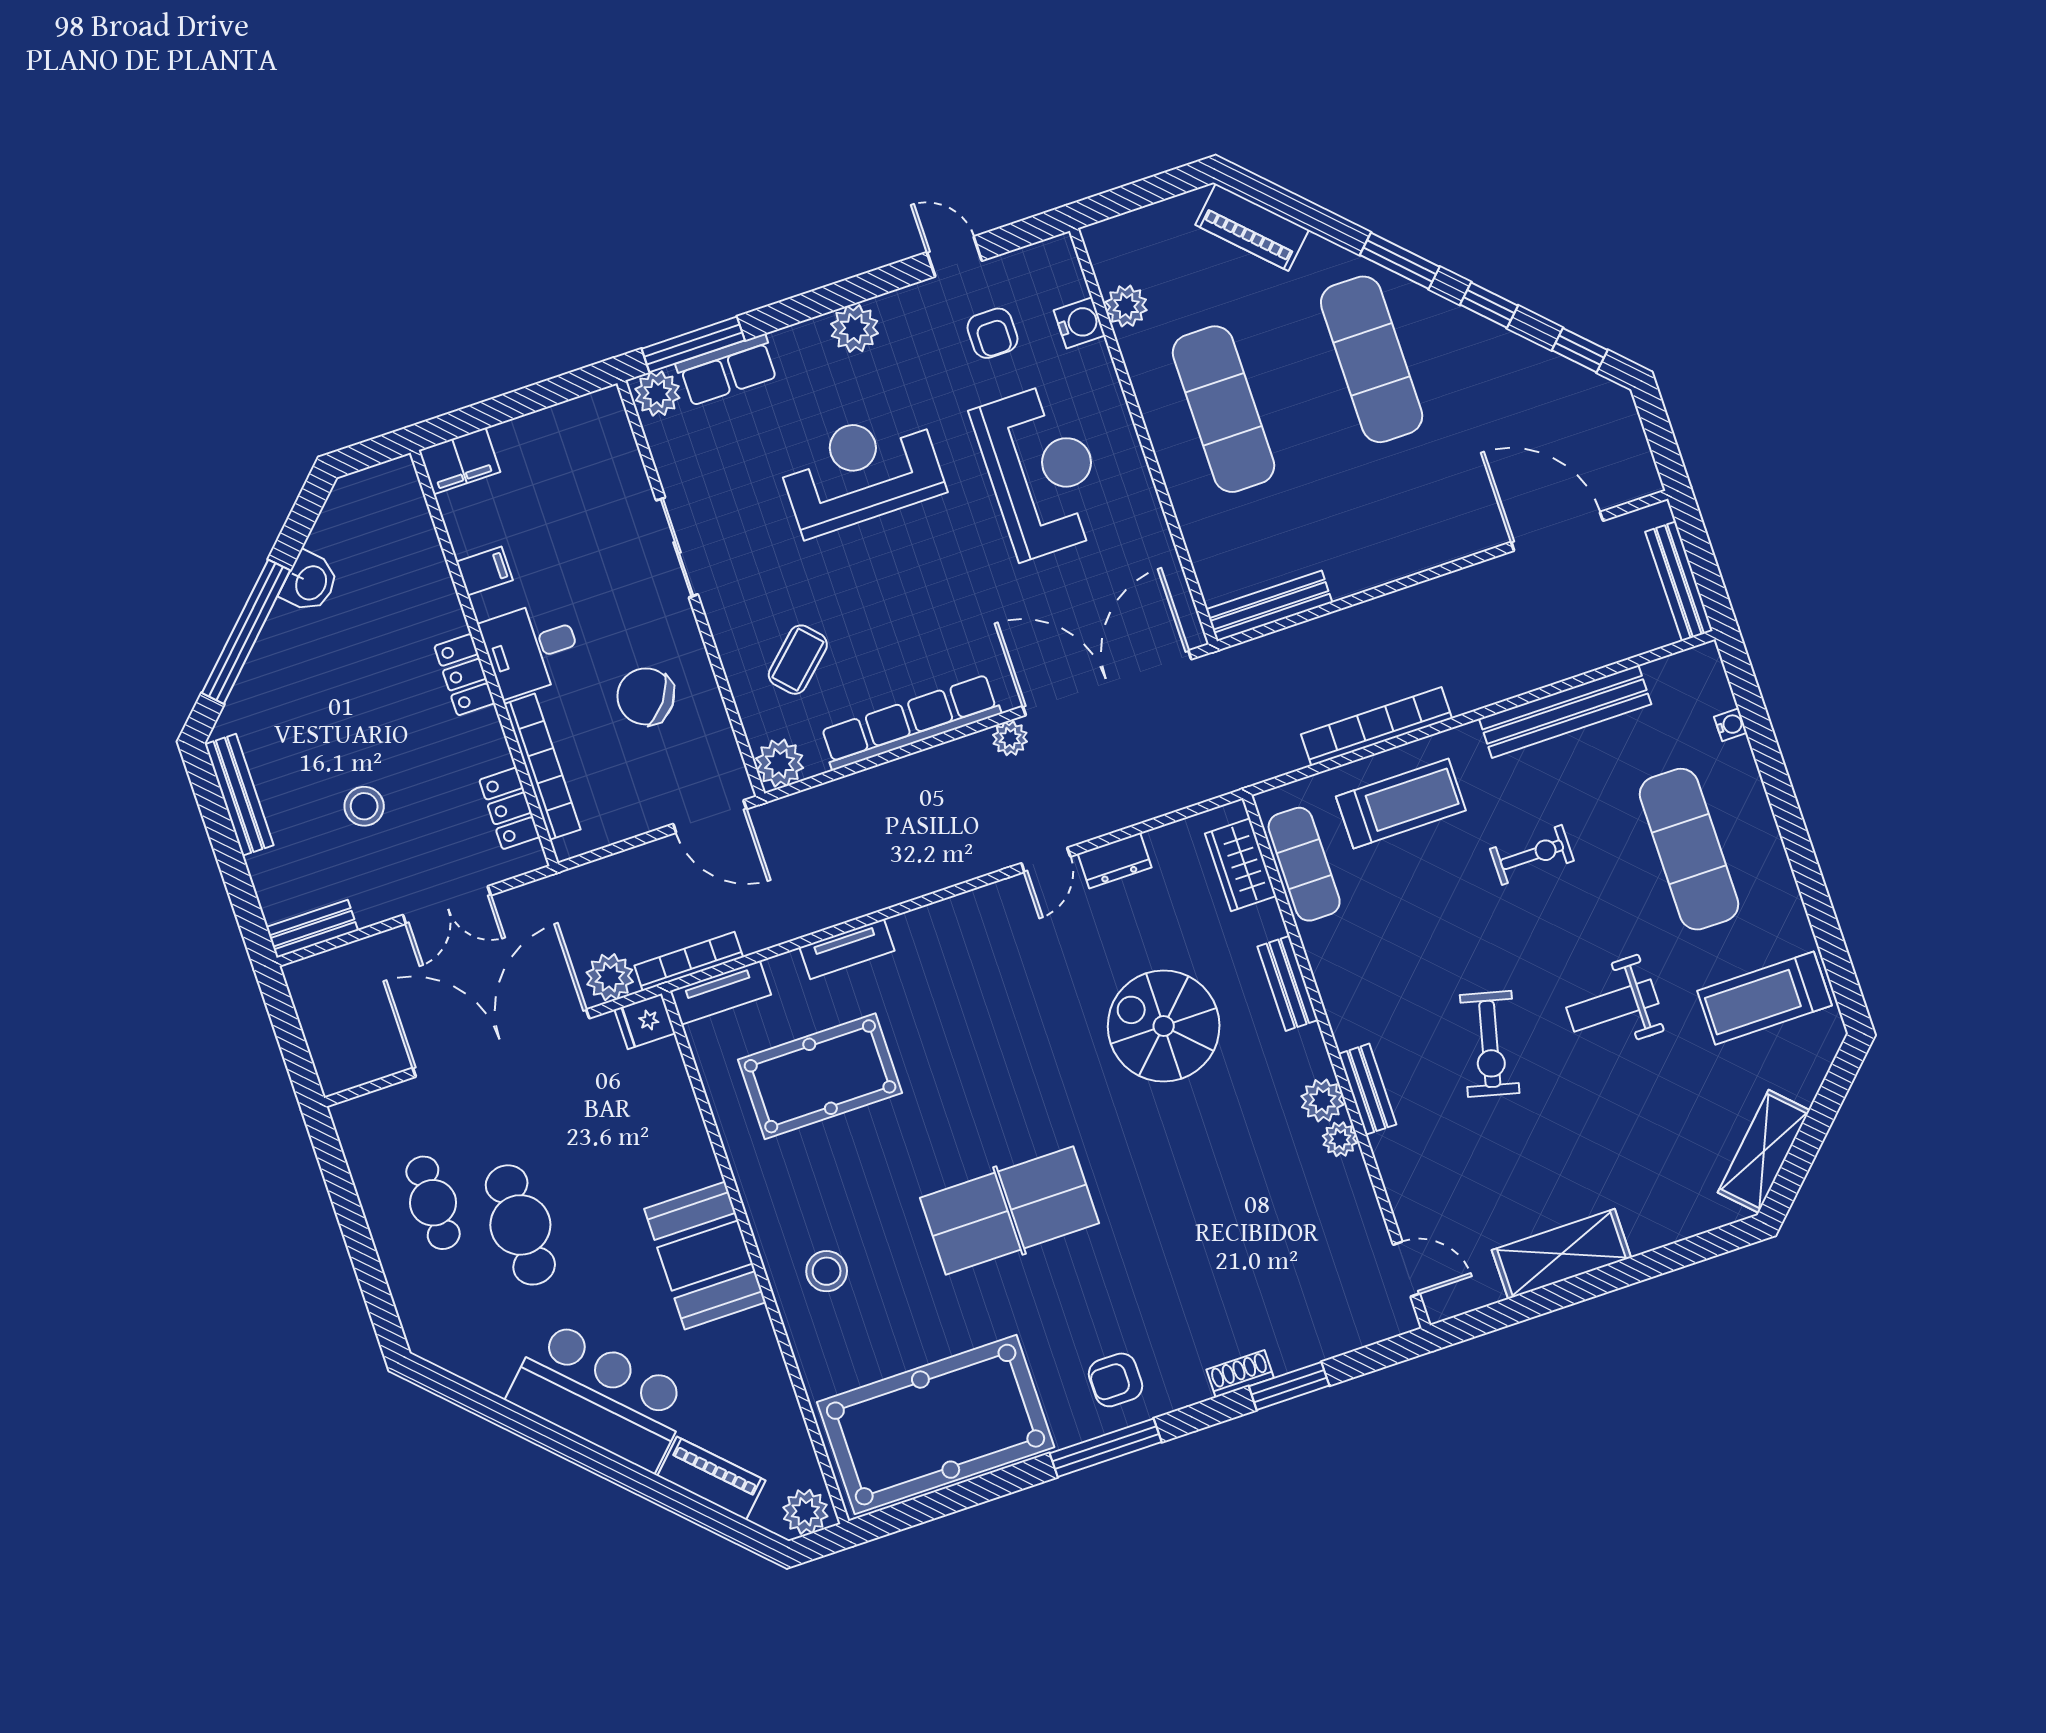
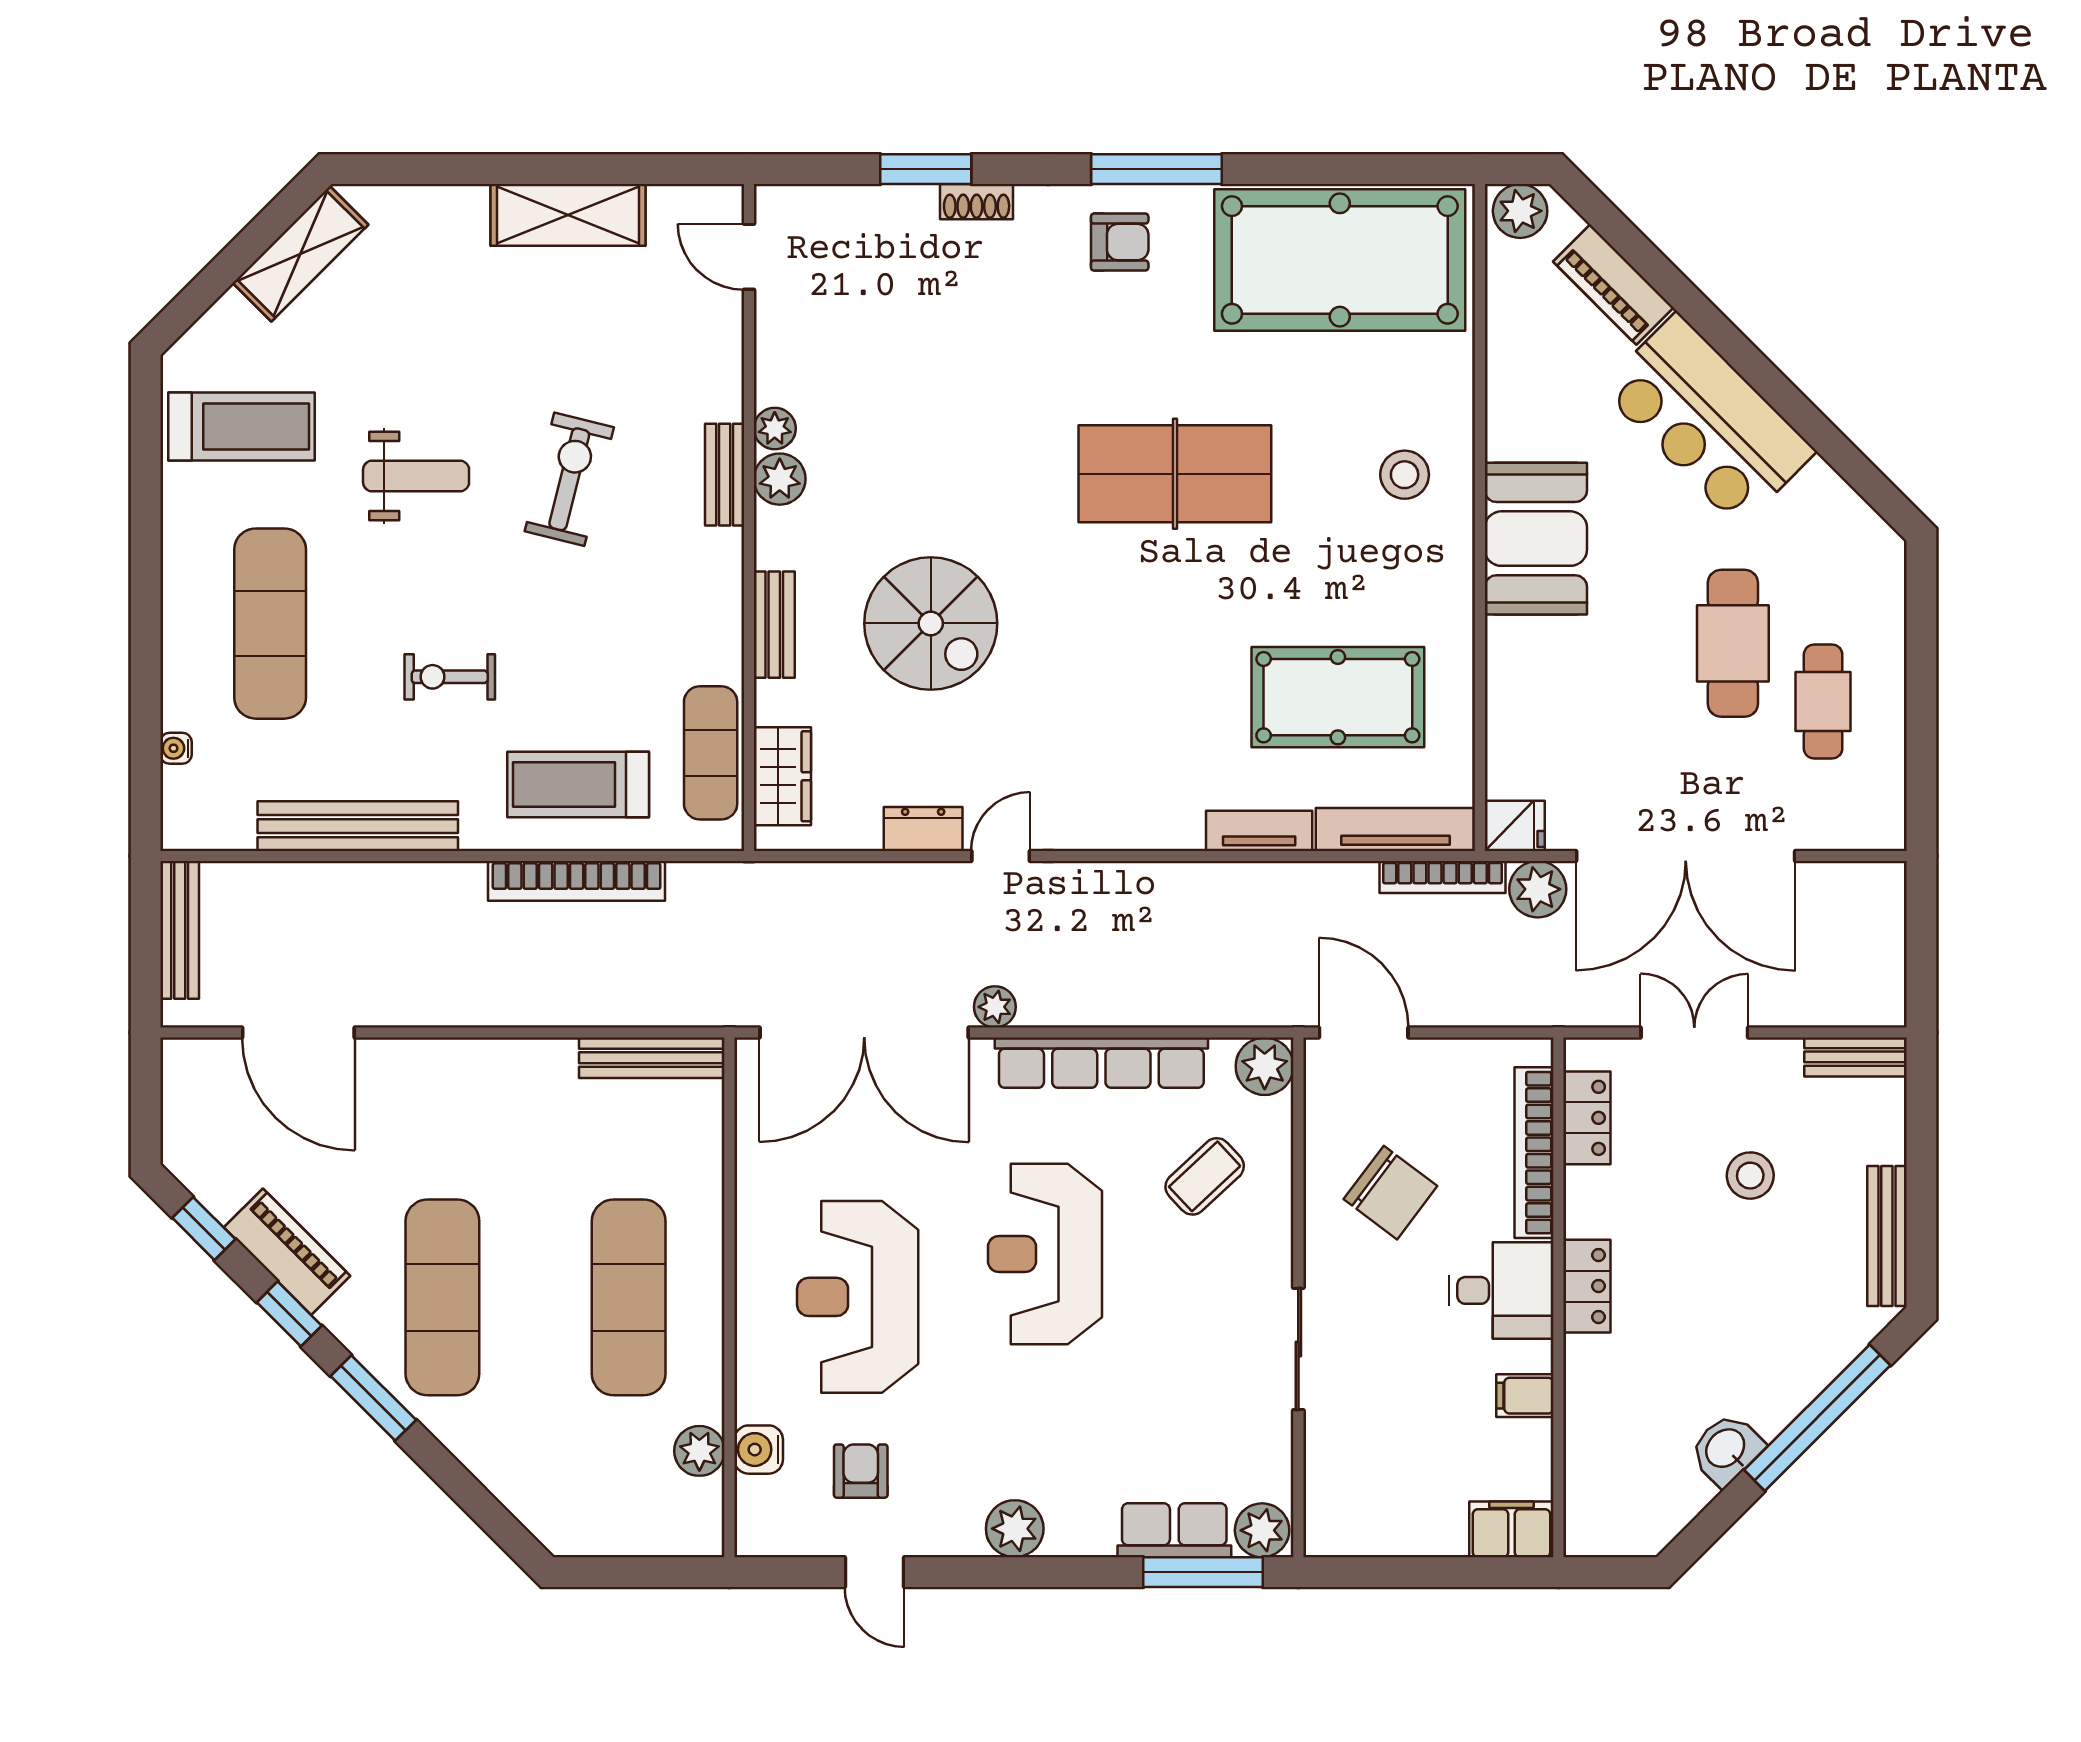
piano: (1252, 227) -> (287, 1252), moved
reception desk: (861, 471) -> (1045, 1254), moved, turned 90
tv unit: (720, 993) -> (1395, 829), width x1.41

